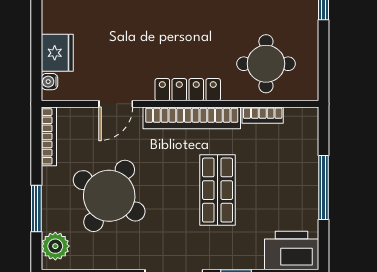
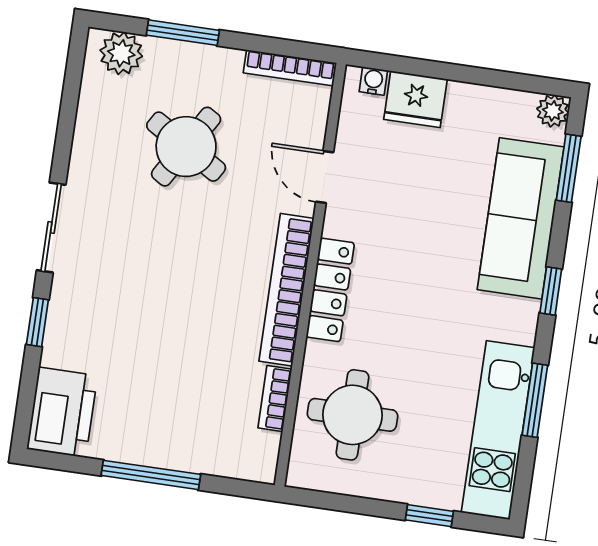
shop shelf: (218, 190) -> (171, 313), removed
round table: (109, 196) -> (186, 147), width x0.73, depth x0.73

